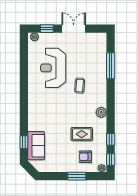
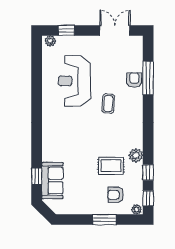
double door: (74, 29) -> (115, 30), moved
armchair: (100, 67) -> (134, 80), added
plant: (101, 112) -> (136, 155), moved

